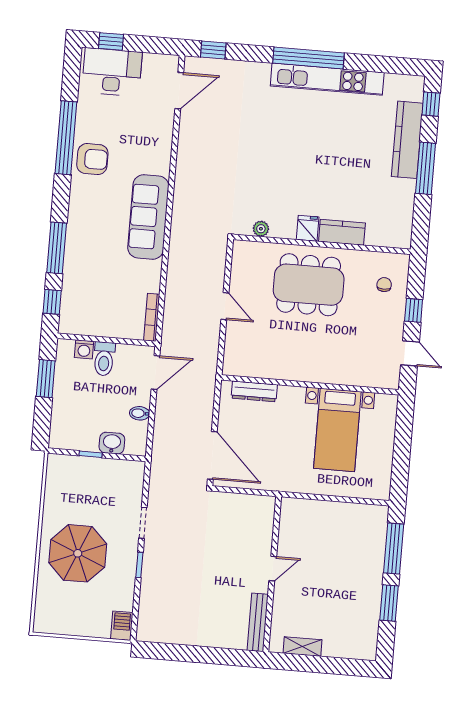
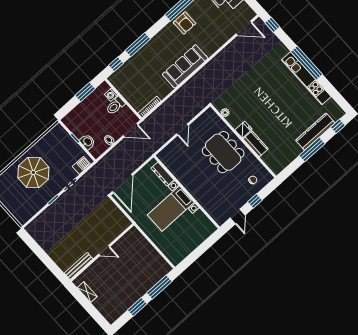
bed with nightstands: (337, 430) -> (171, 209), moved
barbecue: (122, 626) -> (81, 165), moved

